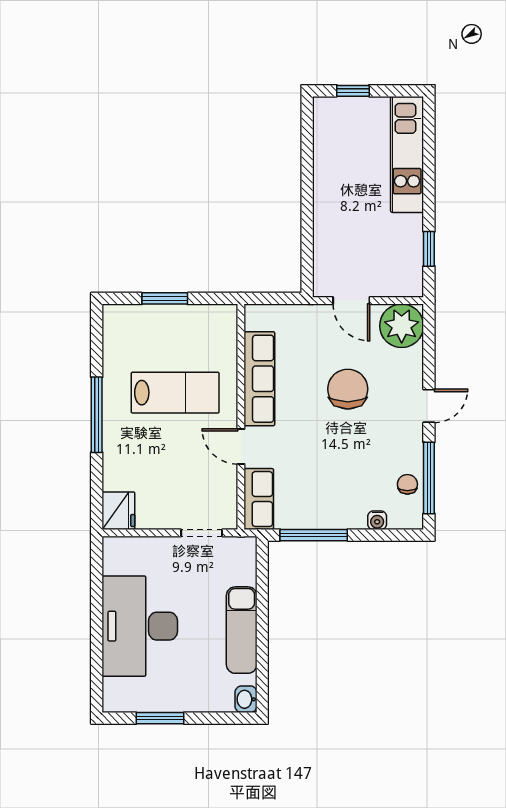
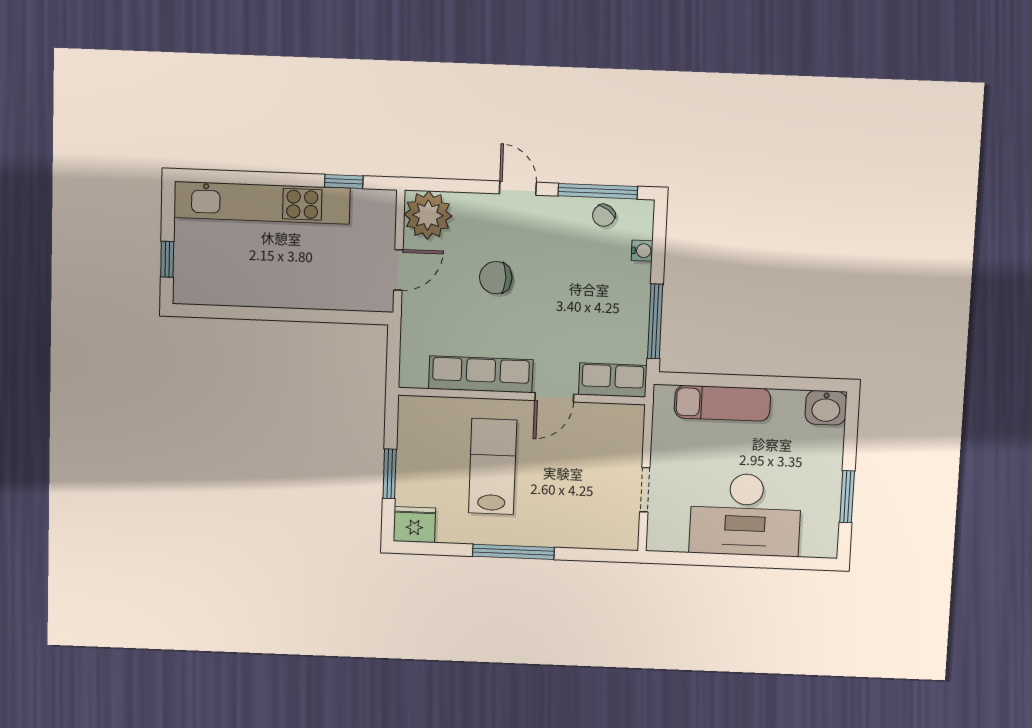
kitchen unit: (407, 154) -> (262, 203), width x1.36
chair: (348, 389) -> (496, 278), width x0.73, depth x0.73
chair: (407, 484) -> (604, 215), turned -55
fridge: (118, 511) -> (414, 525), moved
doorway: (202, 533) -> (645, 490), moved
exam couch: (242, 630) -> (722, 403), moved
washbasin: (246, 699) -> (826, 408), width x1.38, depth x1.45

